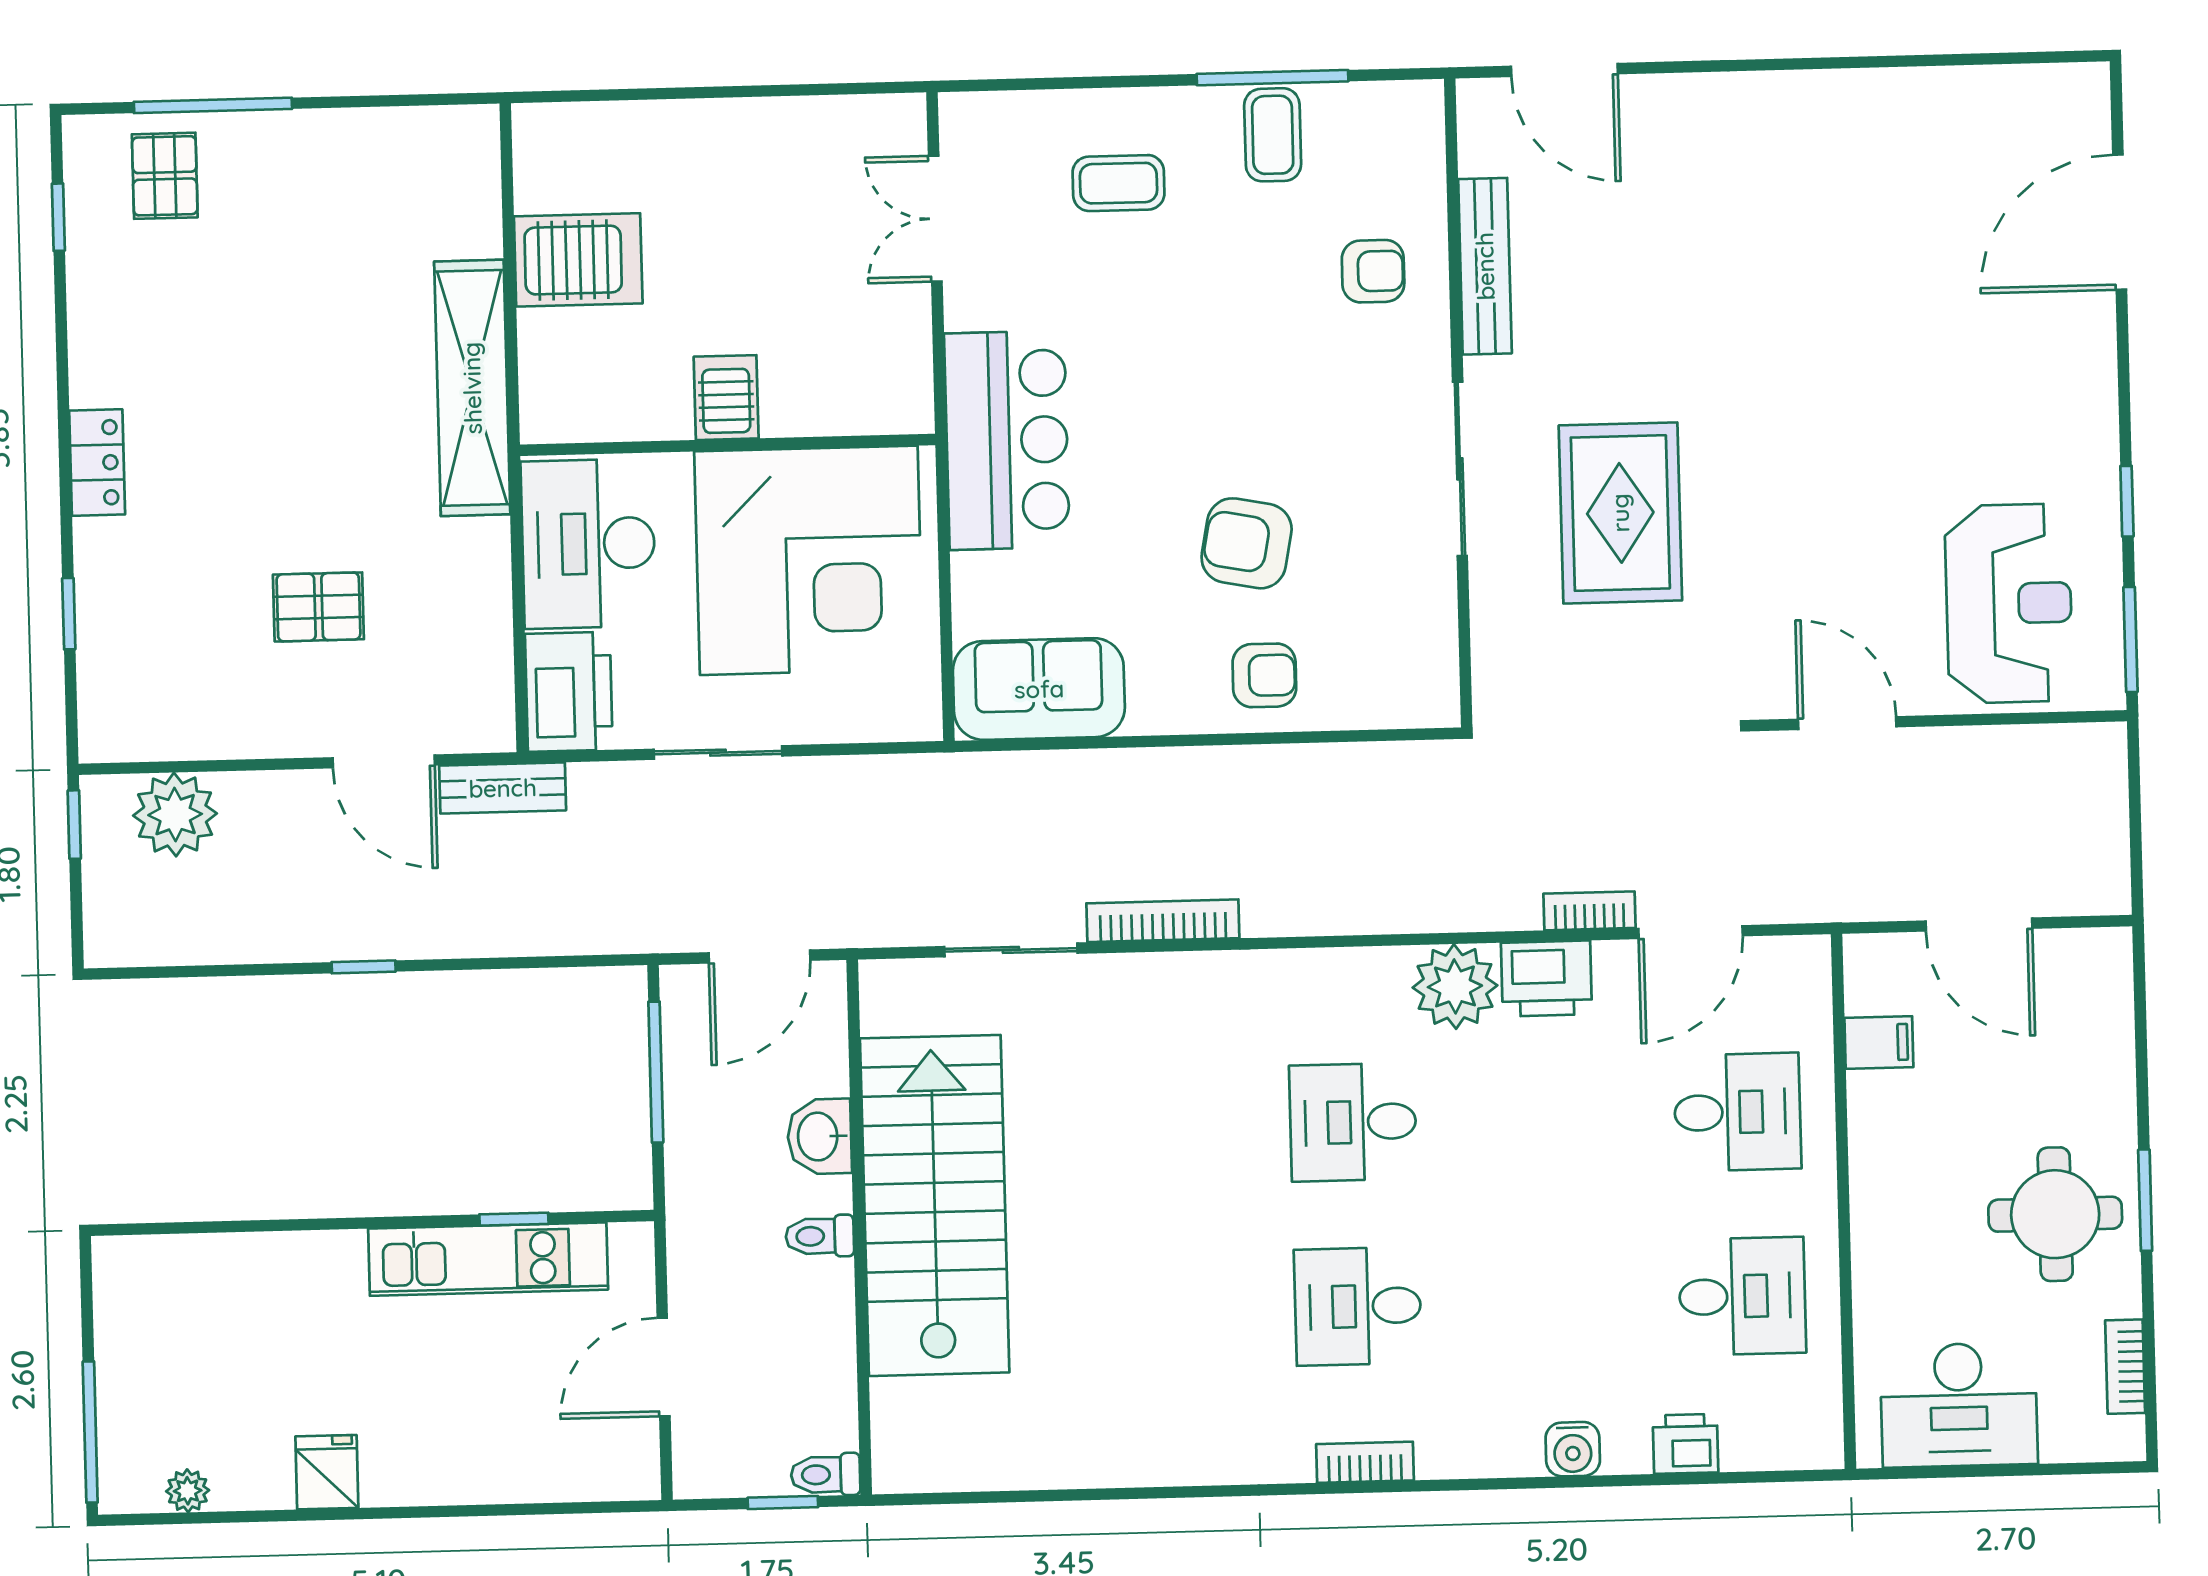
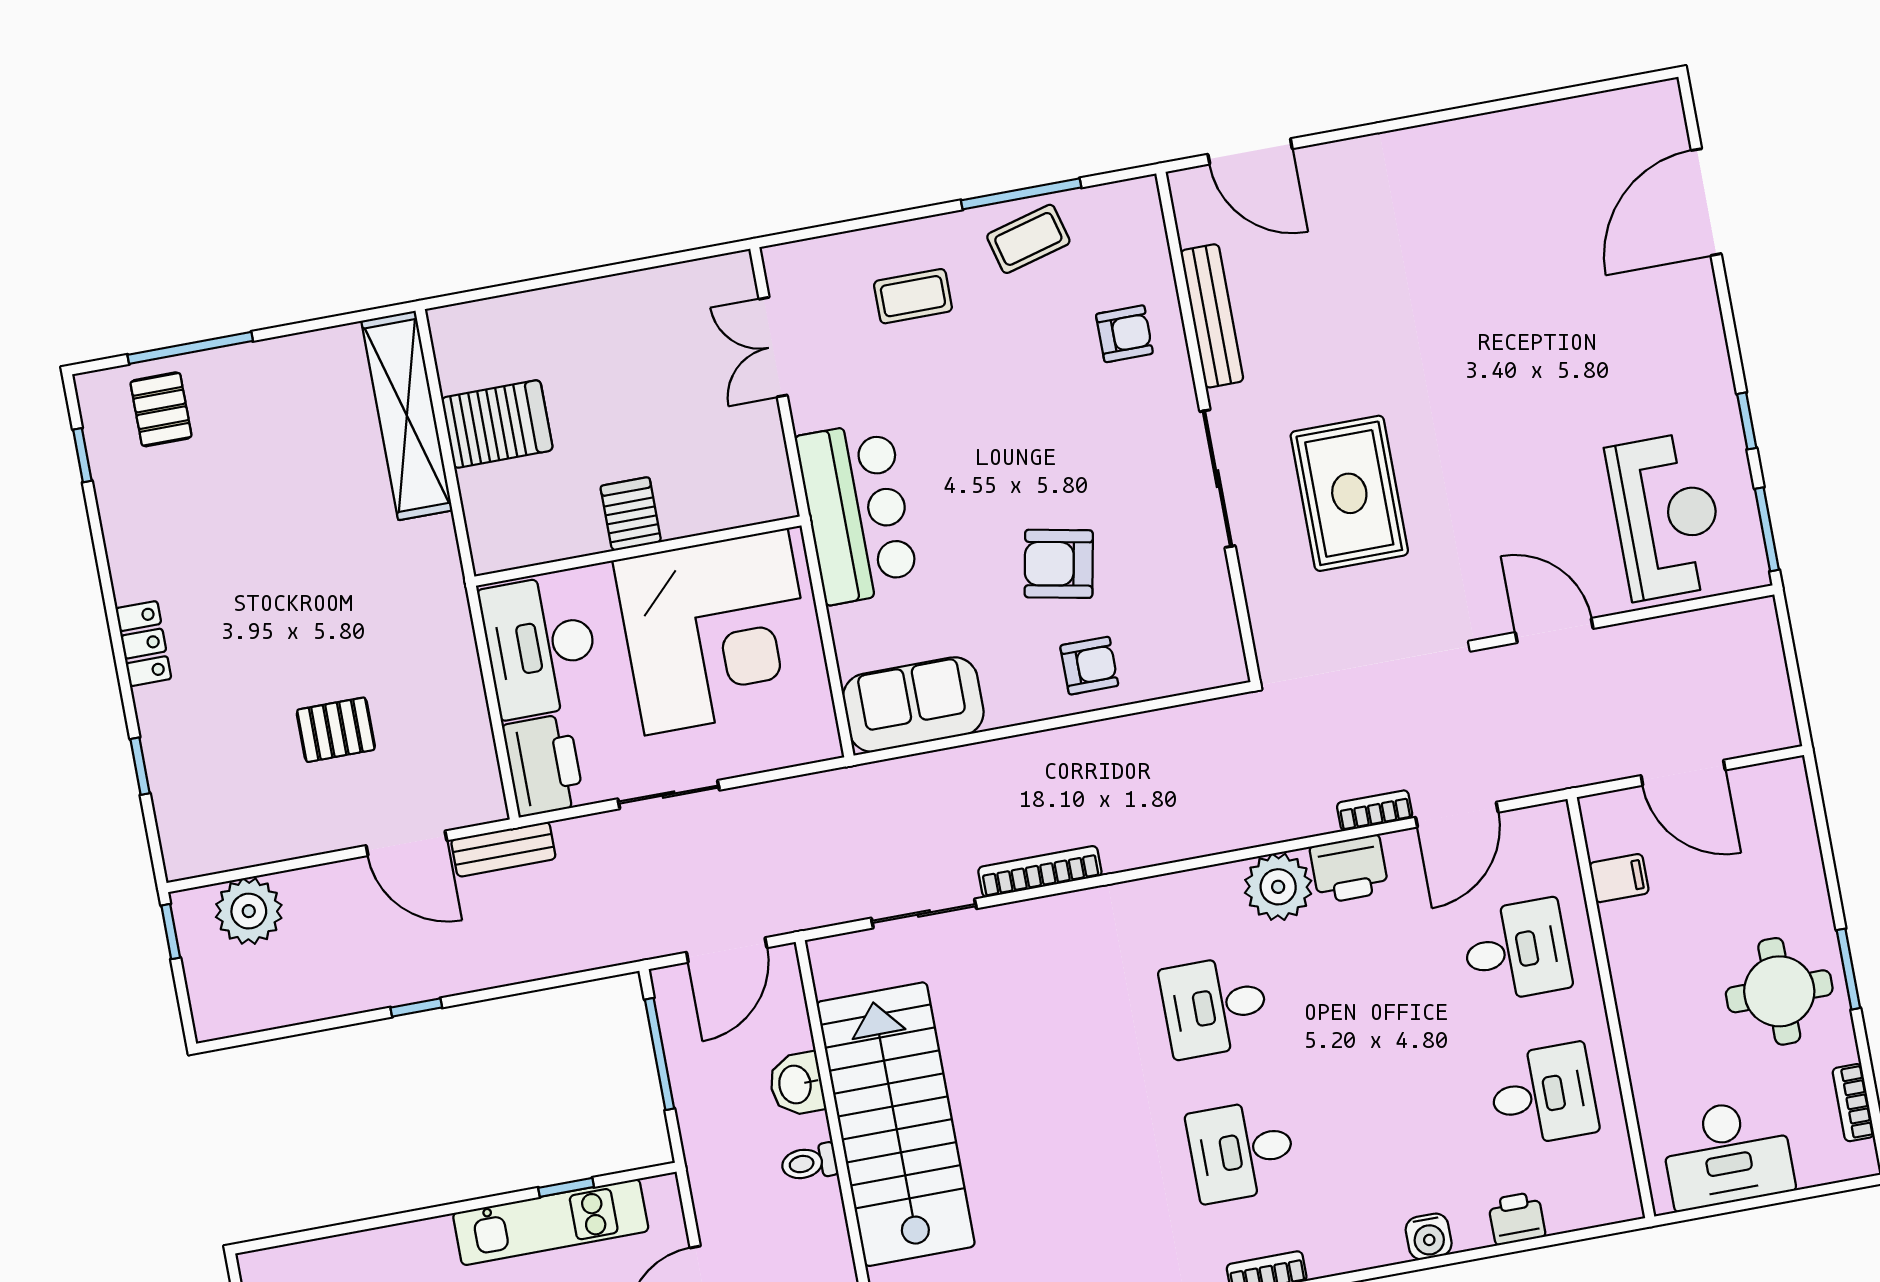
coffee table: (1273, 135) -> (1028, 239), turned 75
shelving: (472, 388) -> (407, 416), moved

